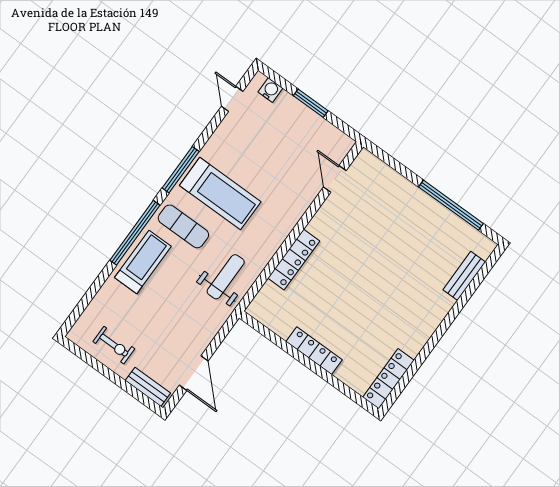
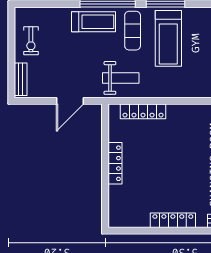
locker: (294, 260) -> (143, 111), moved
door: (194, 373) -> (70, 101), moved
locker: (388, 379) -> (173, 220), moved

